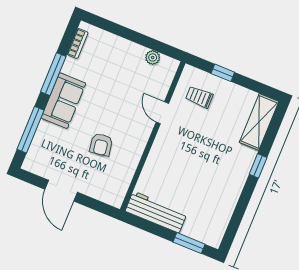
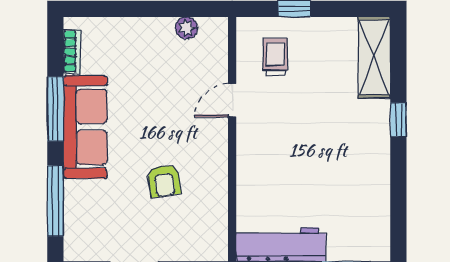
trolley: (199, 97) -> (275, 57), turned 90
sofa: (63, 101) -> (85, 127), width x1.36
door: (162, 113) -> (232, 100), hinge flipped

